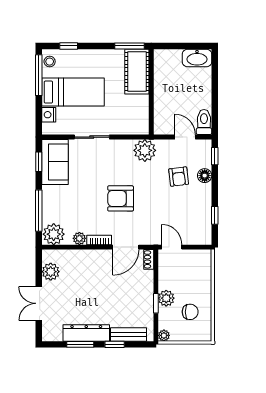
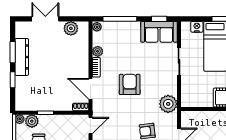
plant: (54, 234) -> (97, 27), width x0.53, depth x0.53
plant: (166, 298) -> (32, 121), moved
bench: (129, 334) -> (21, 91), removed

